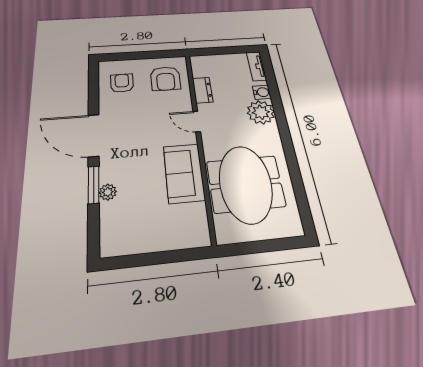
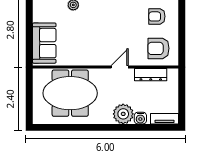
armchair: (122, 83) -> (157, 16), turned 180
dresser: (203, 90) -> (151, 75), width x1.44
sofa: (184, 173) -> (44, 43), moved, turned 90

